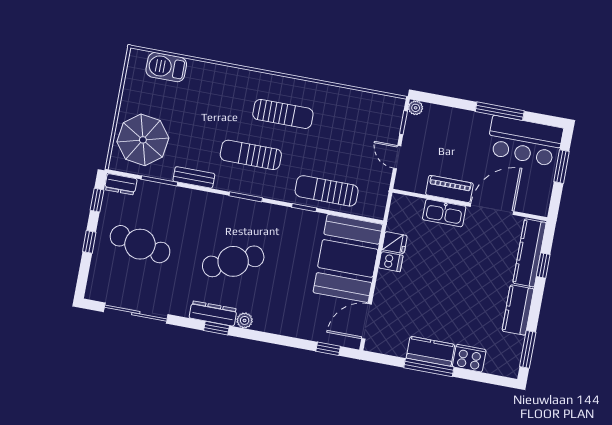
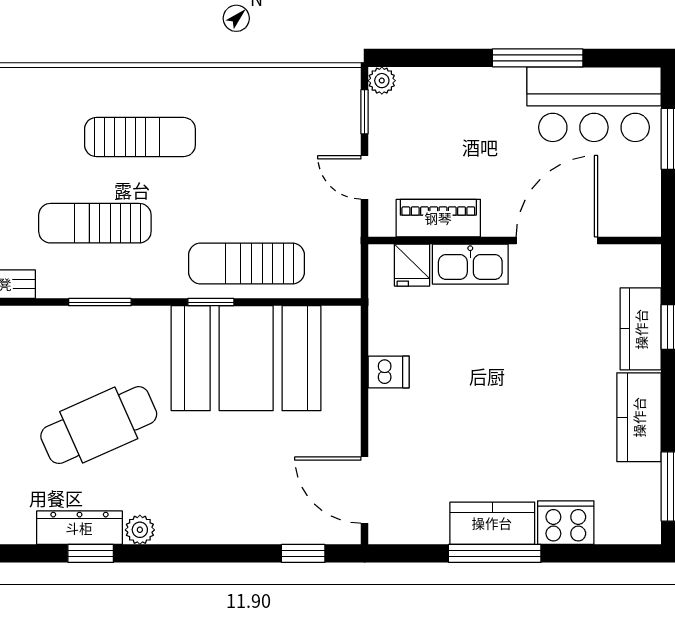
piano: (449, 189) -> (438, 218), moved
fridge: (395, 243) -> (412, 265), moved, turned 90
kitchen counter: (529, 253) -> (641, 329), width x0.67
booth: (348, 258) -> (246, 358), moved, turned 90
door: (367, 321) -> (365, 490), hinge flipped

